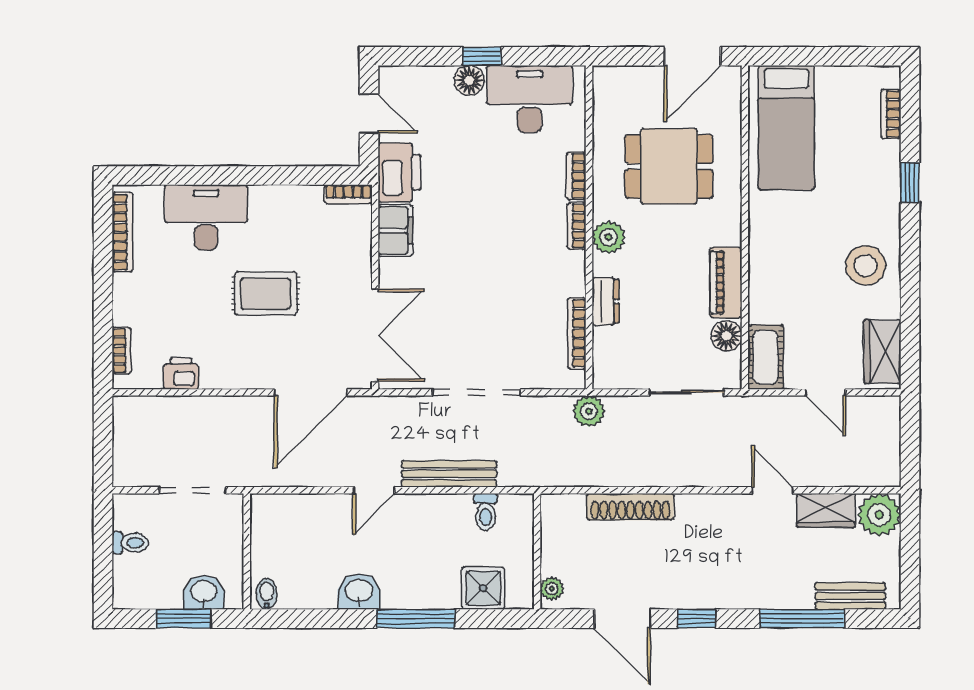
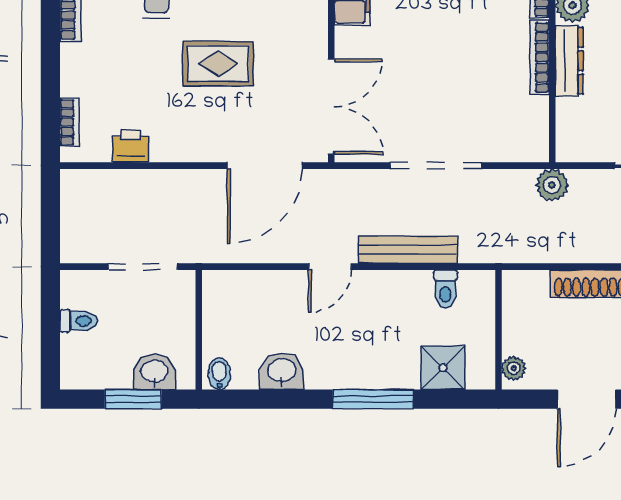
dresser: (605, 301) -> (569, 61), width x1.44
bookcase: (577, 333) -> (540, 57), moved
washbasin: (359, 592) -> (282, 371), moved
door: (622, 619) -> (587, 399), hinge flipped

